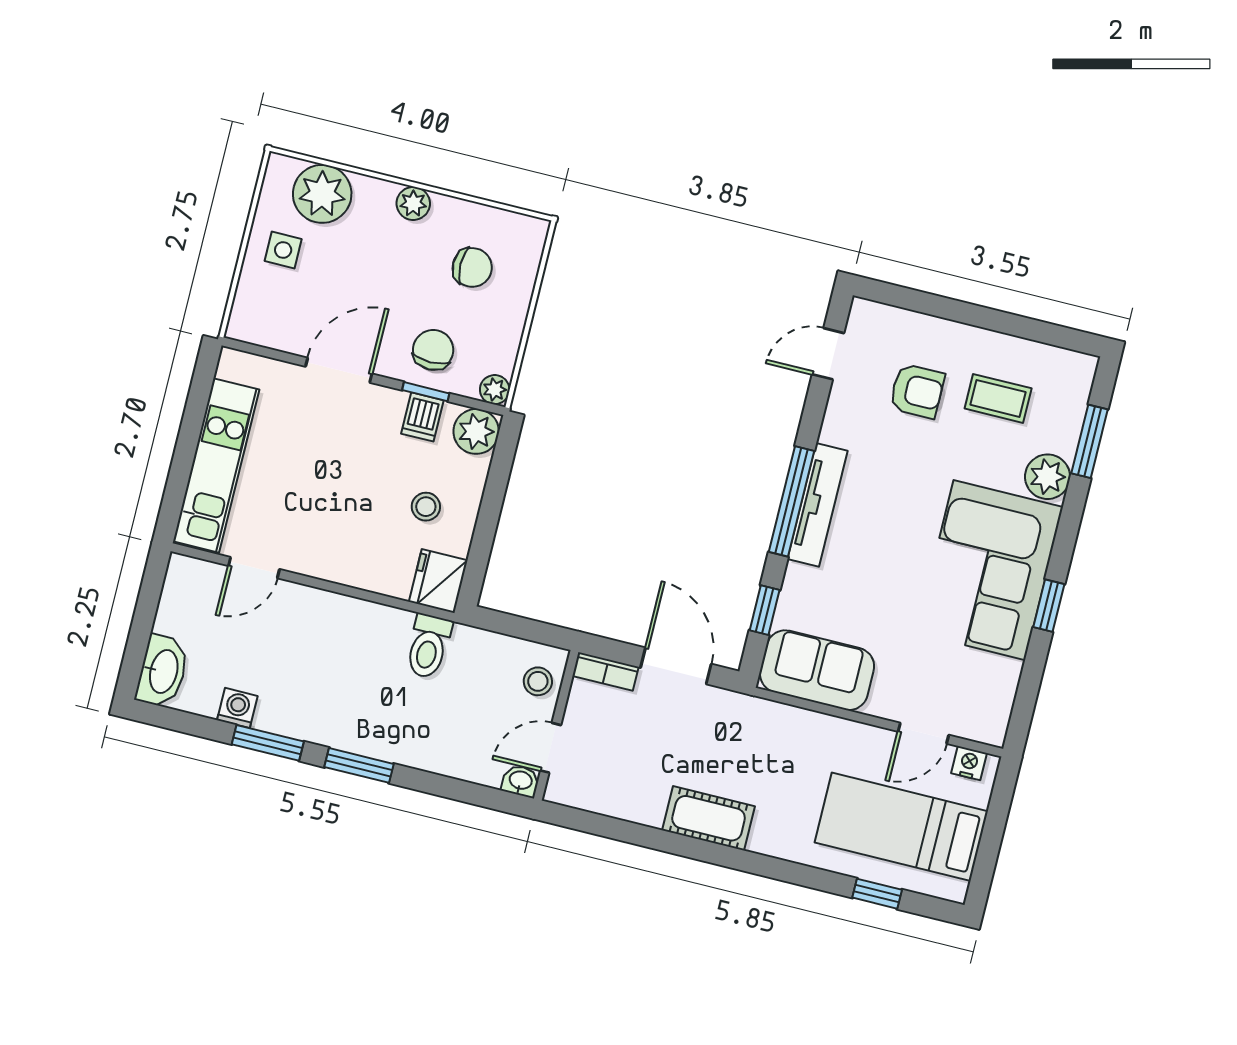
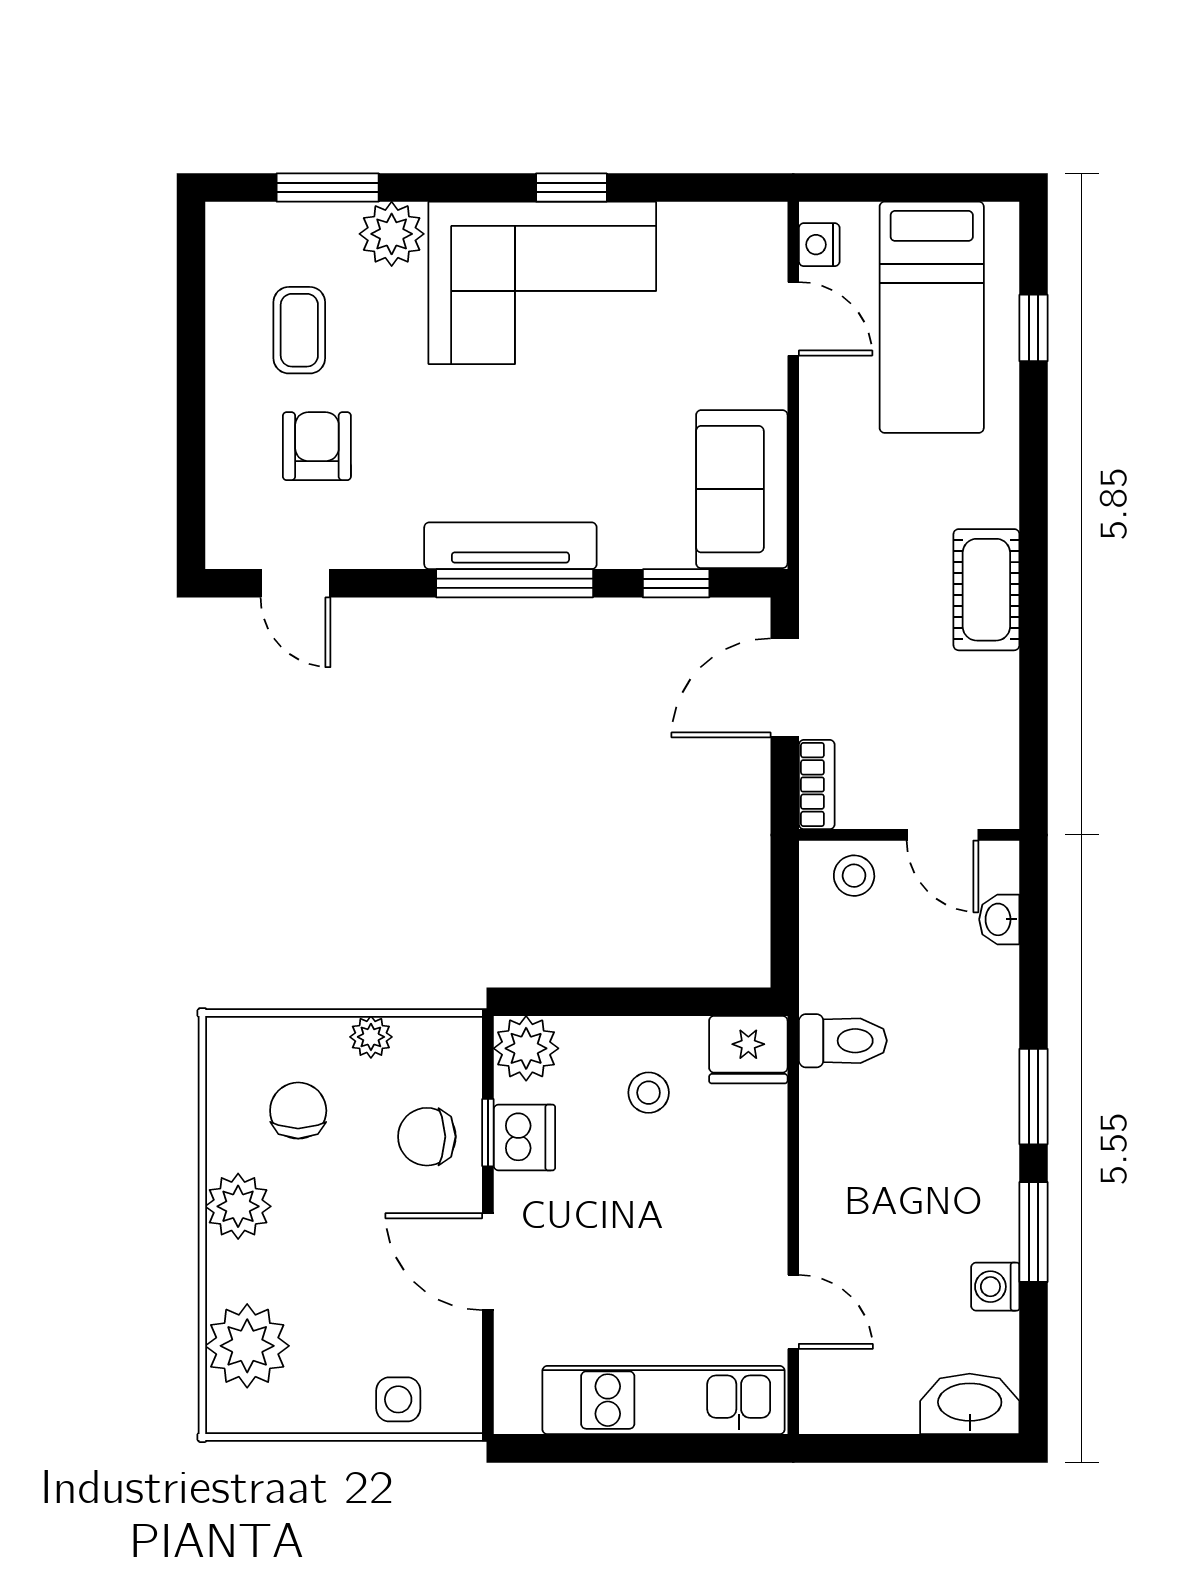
plant: (413, 203) -> (238, 1206), width x1.38, depth x1.38
side table: (283, 250) -> (398, 1399), moved
plant: (495, 390) -> (371, 1037), moved
dishwasher: (422, 417) -> (524, 1137), width x1.38
washbasin: (521, 781) -> (999, 919), moved

